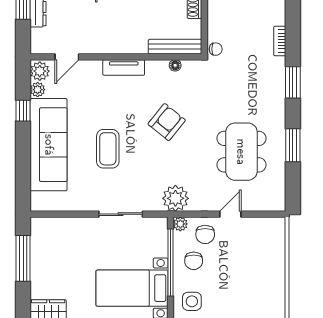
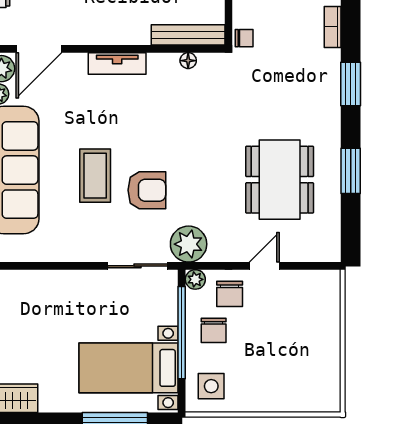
door: (67, 57) -> (39, 49), width x1.38
armchair: (167, 122) -> (147, 190), moved, turned 51
sliding door: (121, 214) -> (138, 266), moved

